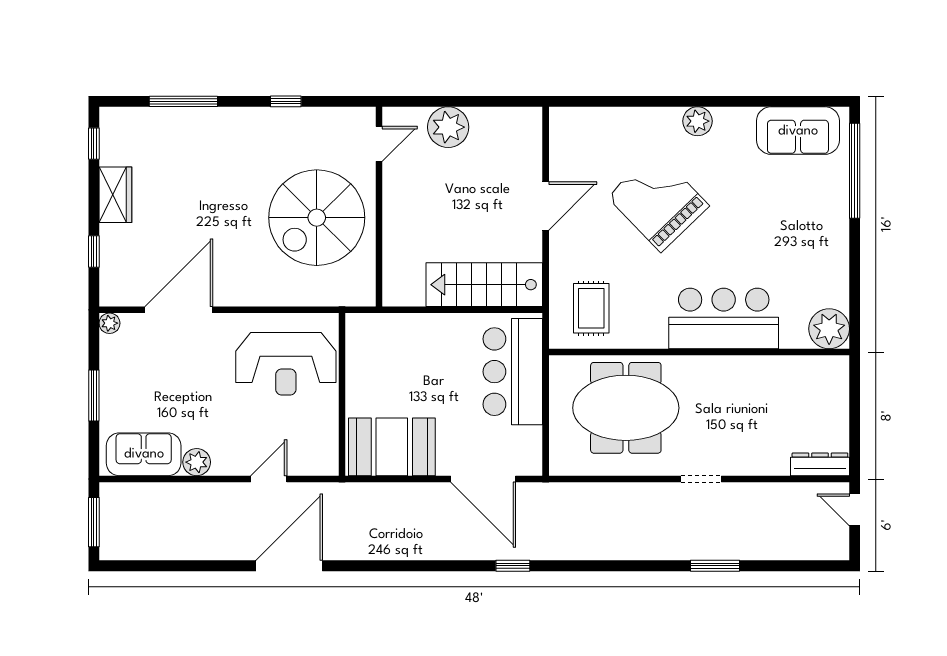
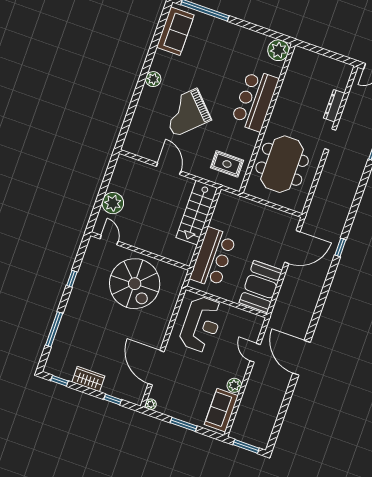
bar counter: (513, 372) -> (213, 258), moved, turned -90
dresser: (820, 464) -> (334, 106), moved

